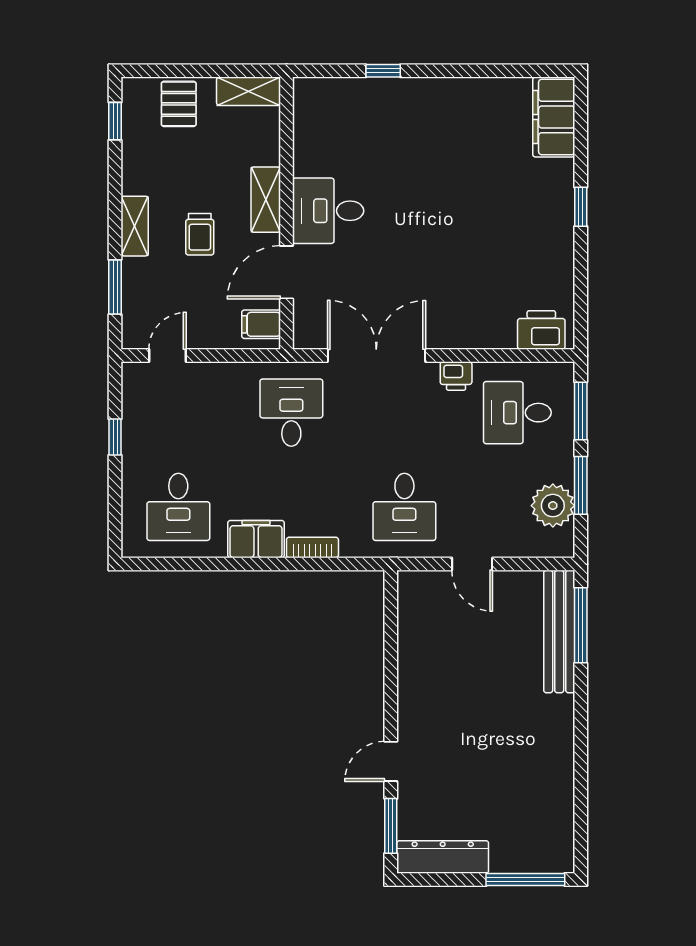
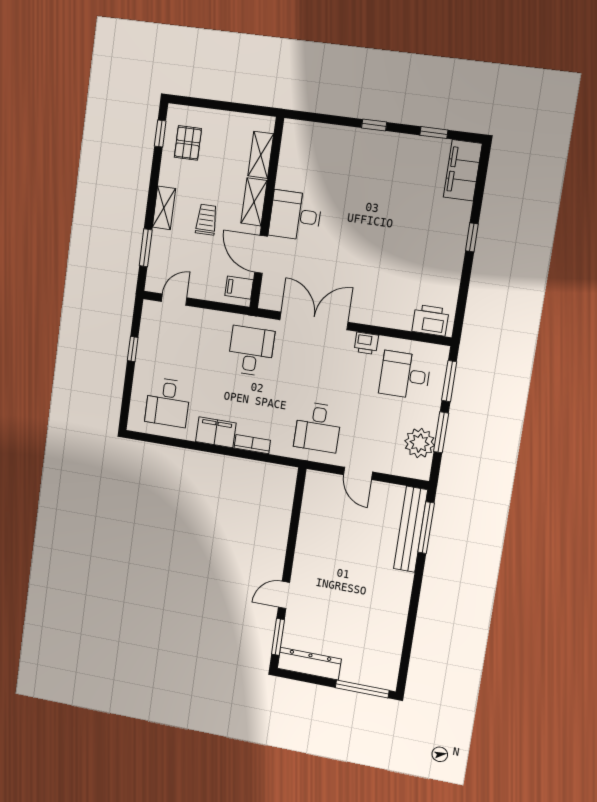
window: (383, 71) -> (374, 125), moved
window: (506, 71) -> (434, 133), added
shelving: (249, 91) -> (261, 155), moved, turned 90
pallet: (179, 104) -> (188, 143), moved
trolley: (200, 234) -> (206, 220), turned 180
door: (287, 272) -> (261, 254), hinge flipped

